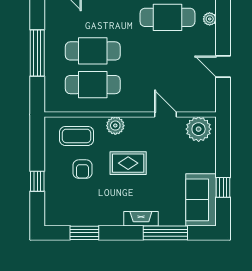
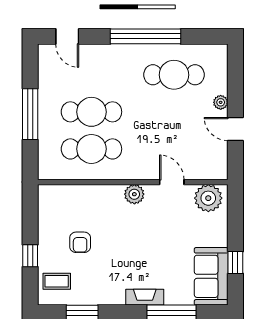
plant: (210, 19) -> (221, 102), moved
plant: (115, 126) -> (134, 194), moved
coffee table: (77, 136) -> (57, 281), moved, width x0.73, depth x0.77
rug: (128, 163) -> (131, 236), removed

